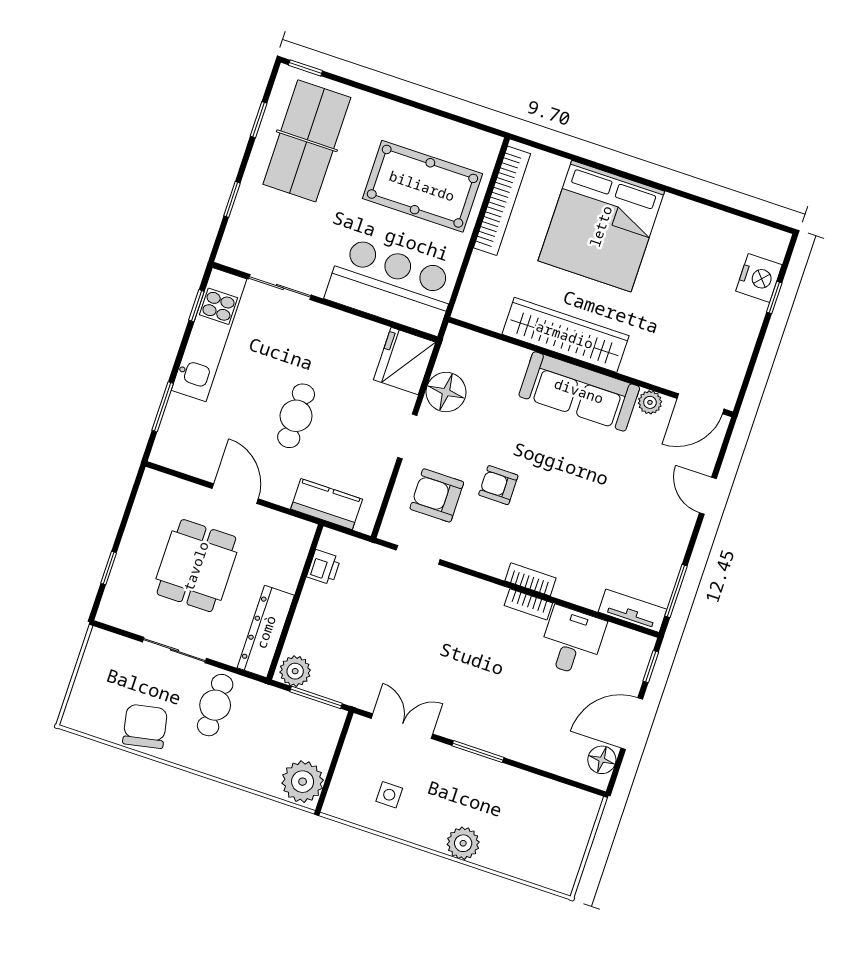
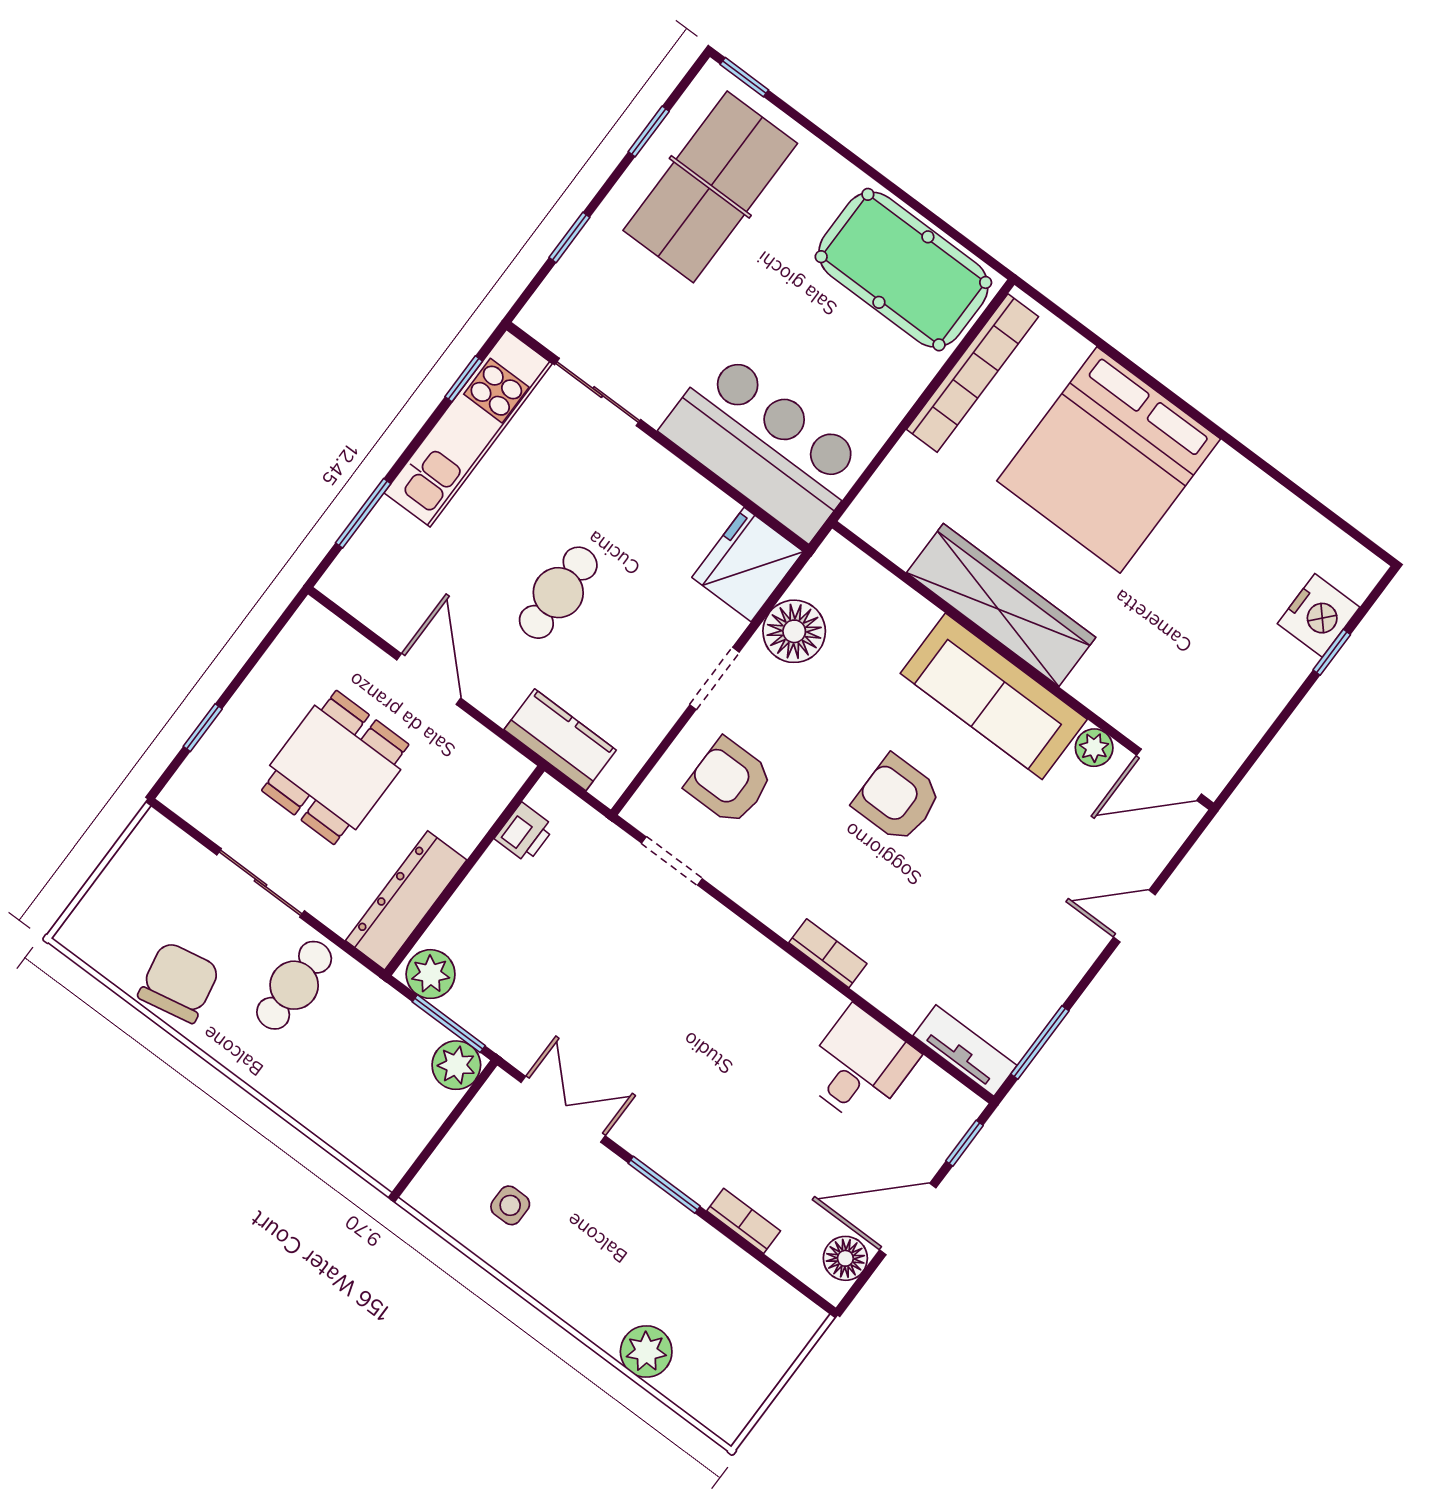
pool table: (422, 186) -> (903, 270), moved
armchair: (498, 485) -> (897, 799), moved, width x1.38, depth x1.38
door: (708, 496) -> (1134, 916), hinge flipped
bookcase: (528, 604) -> (744, 1221), moved, turned 180
plant: (303, 782) -> (456, 1065), moved, width x0.73, depth x0.73
plant: (463, 843) -> (646, 1352), moved

